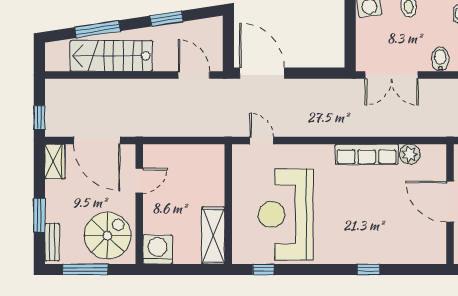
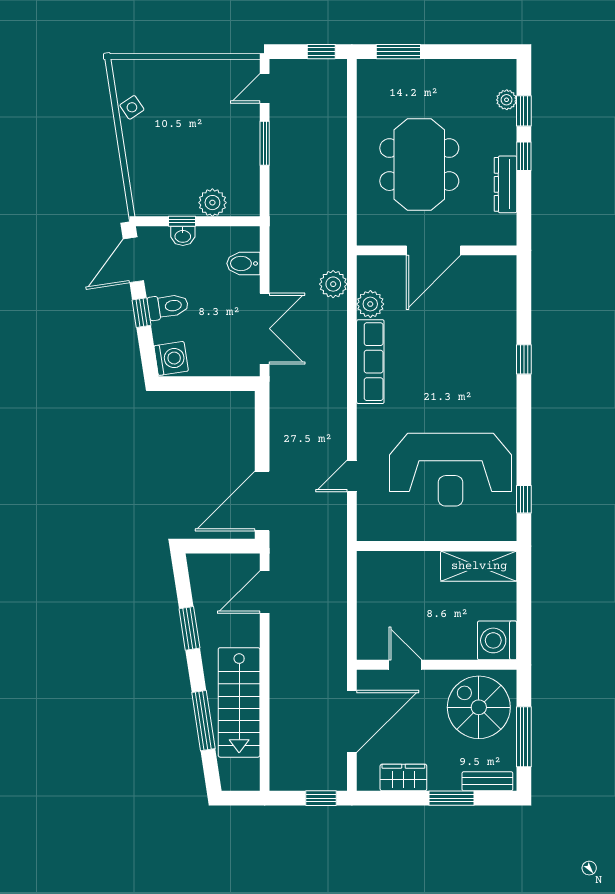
plant: (425, 126) -> (333, 284), added
door: (262, 140) -> (352, 476), moved
wardrobe: (55, 161) -> (403, 777), moved

